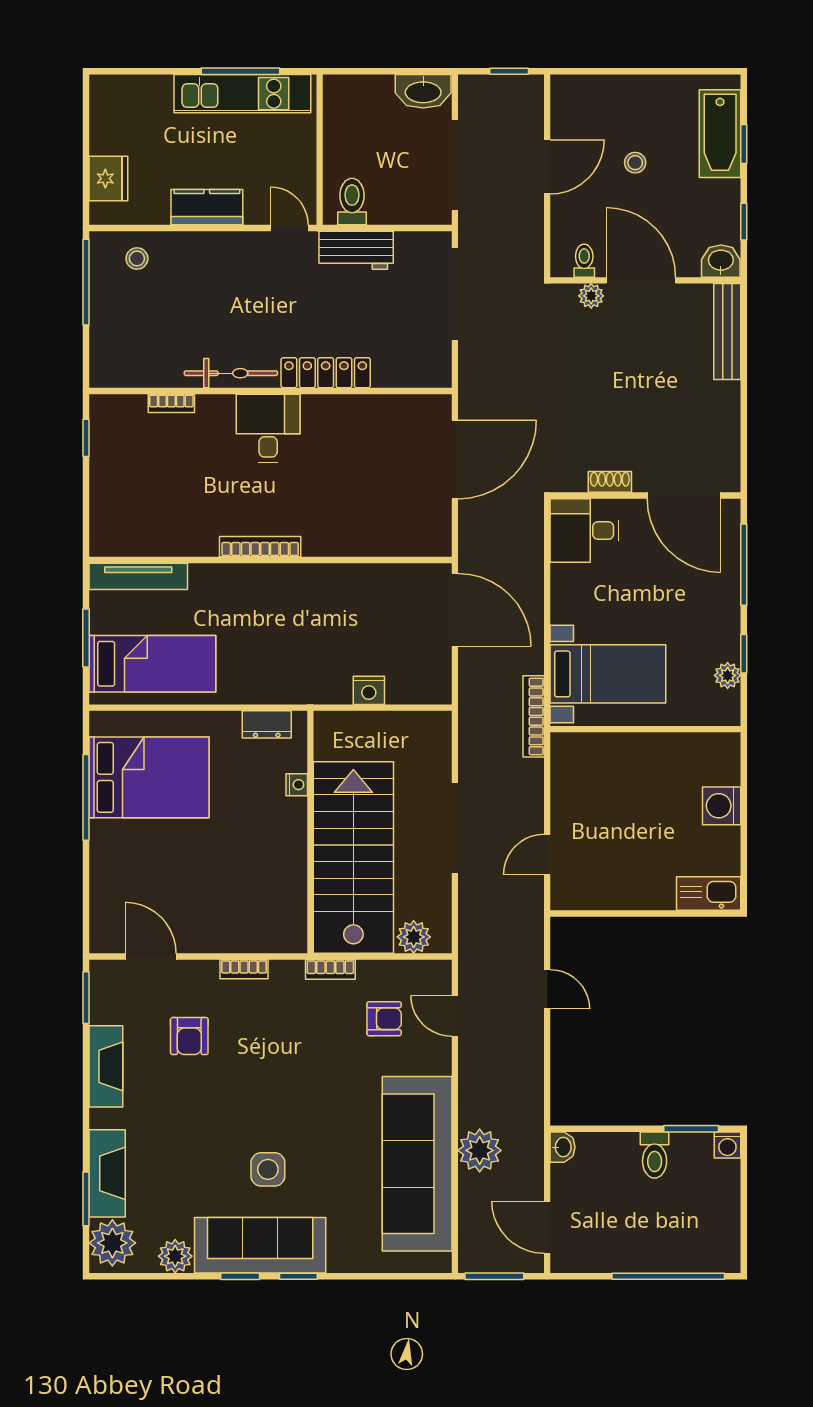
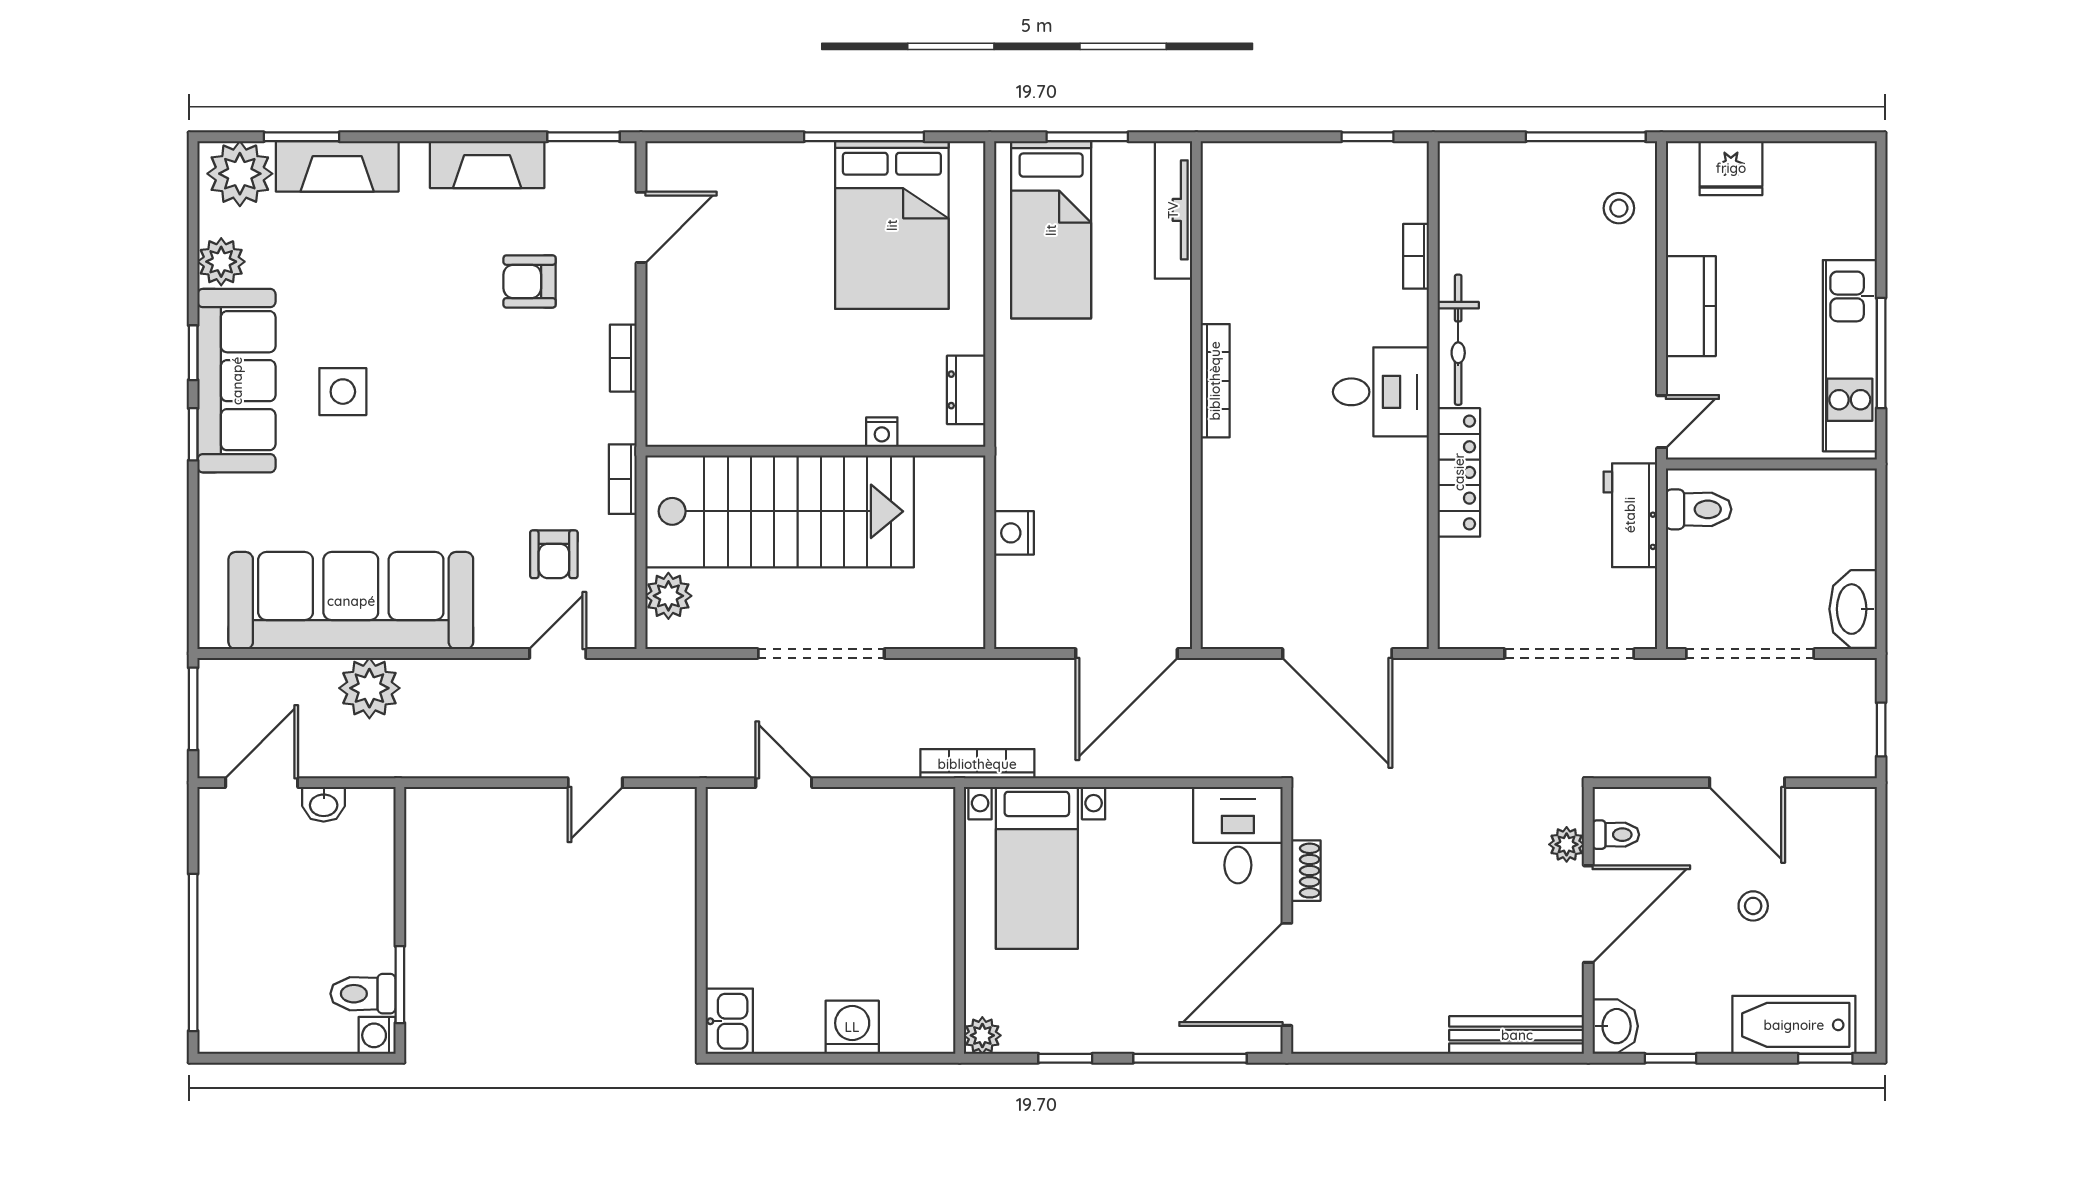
window: (744, 144) -> (1825, 1058), moved
plant: (728, 675) -> (982, 1035), moved
kitchen sink: (709, 894) -> (729, 1021), width x0.73
washbasin: (563, 1147) -> (324, 804), moved
toilet: (655, 1155) -> (363, 994), moved

